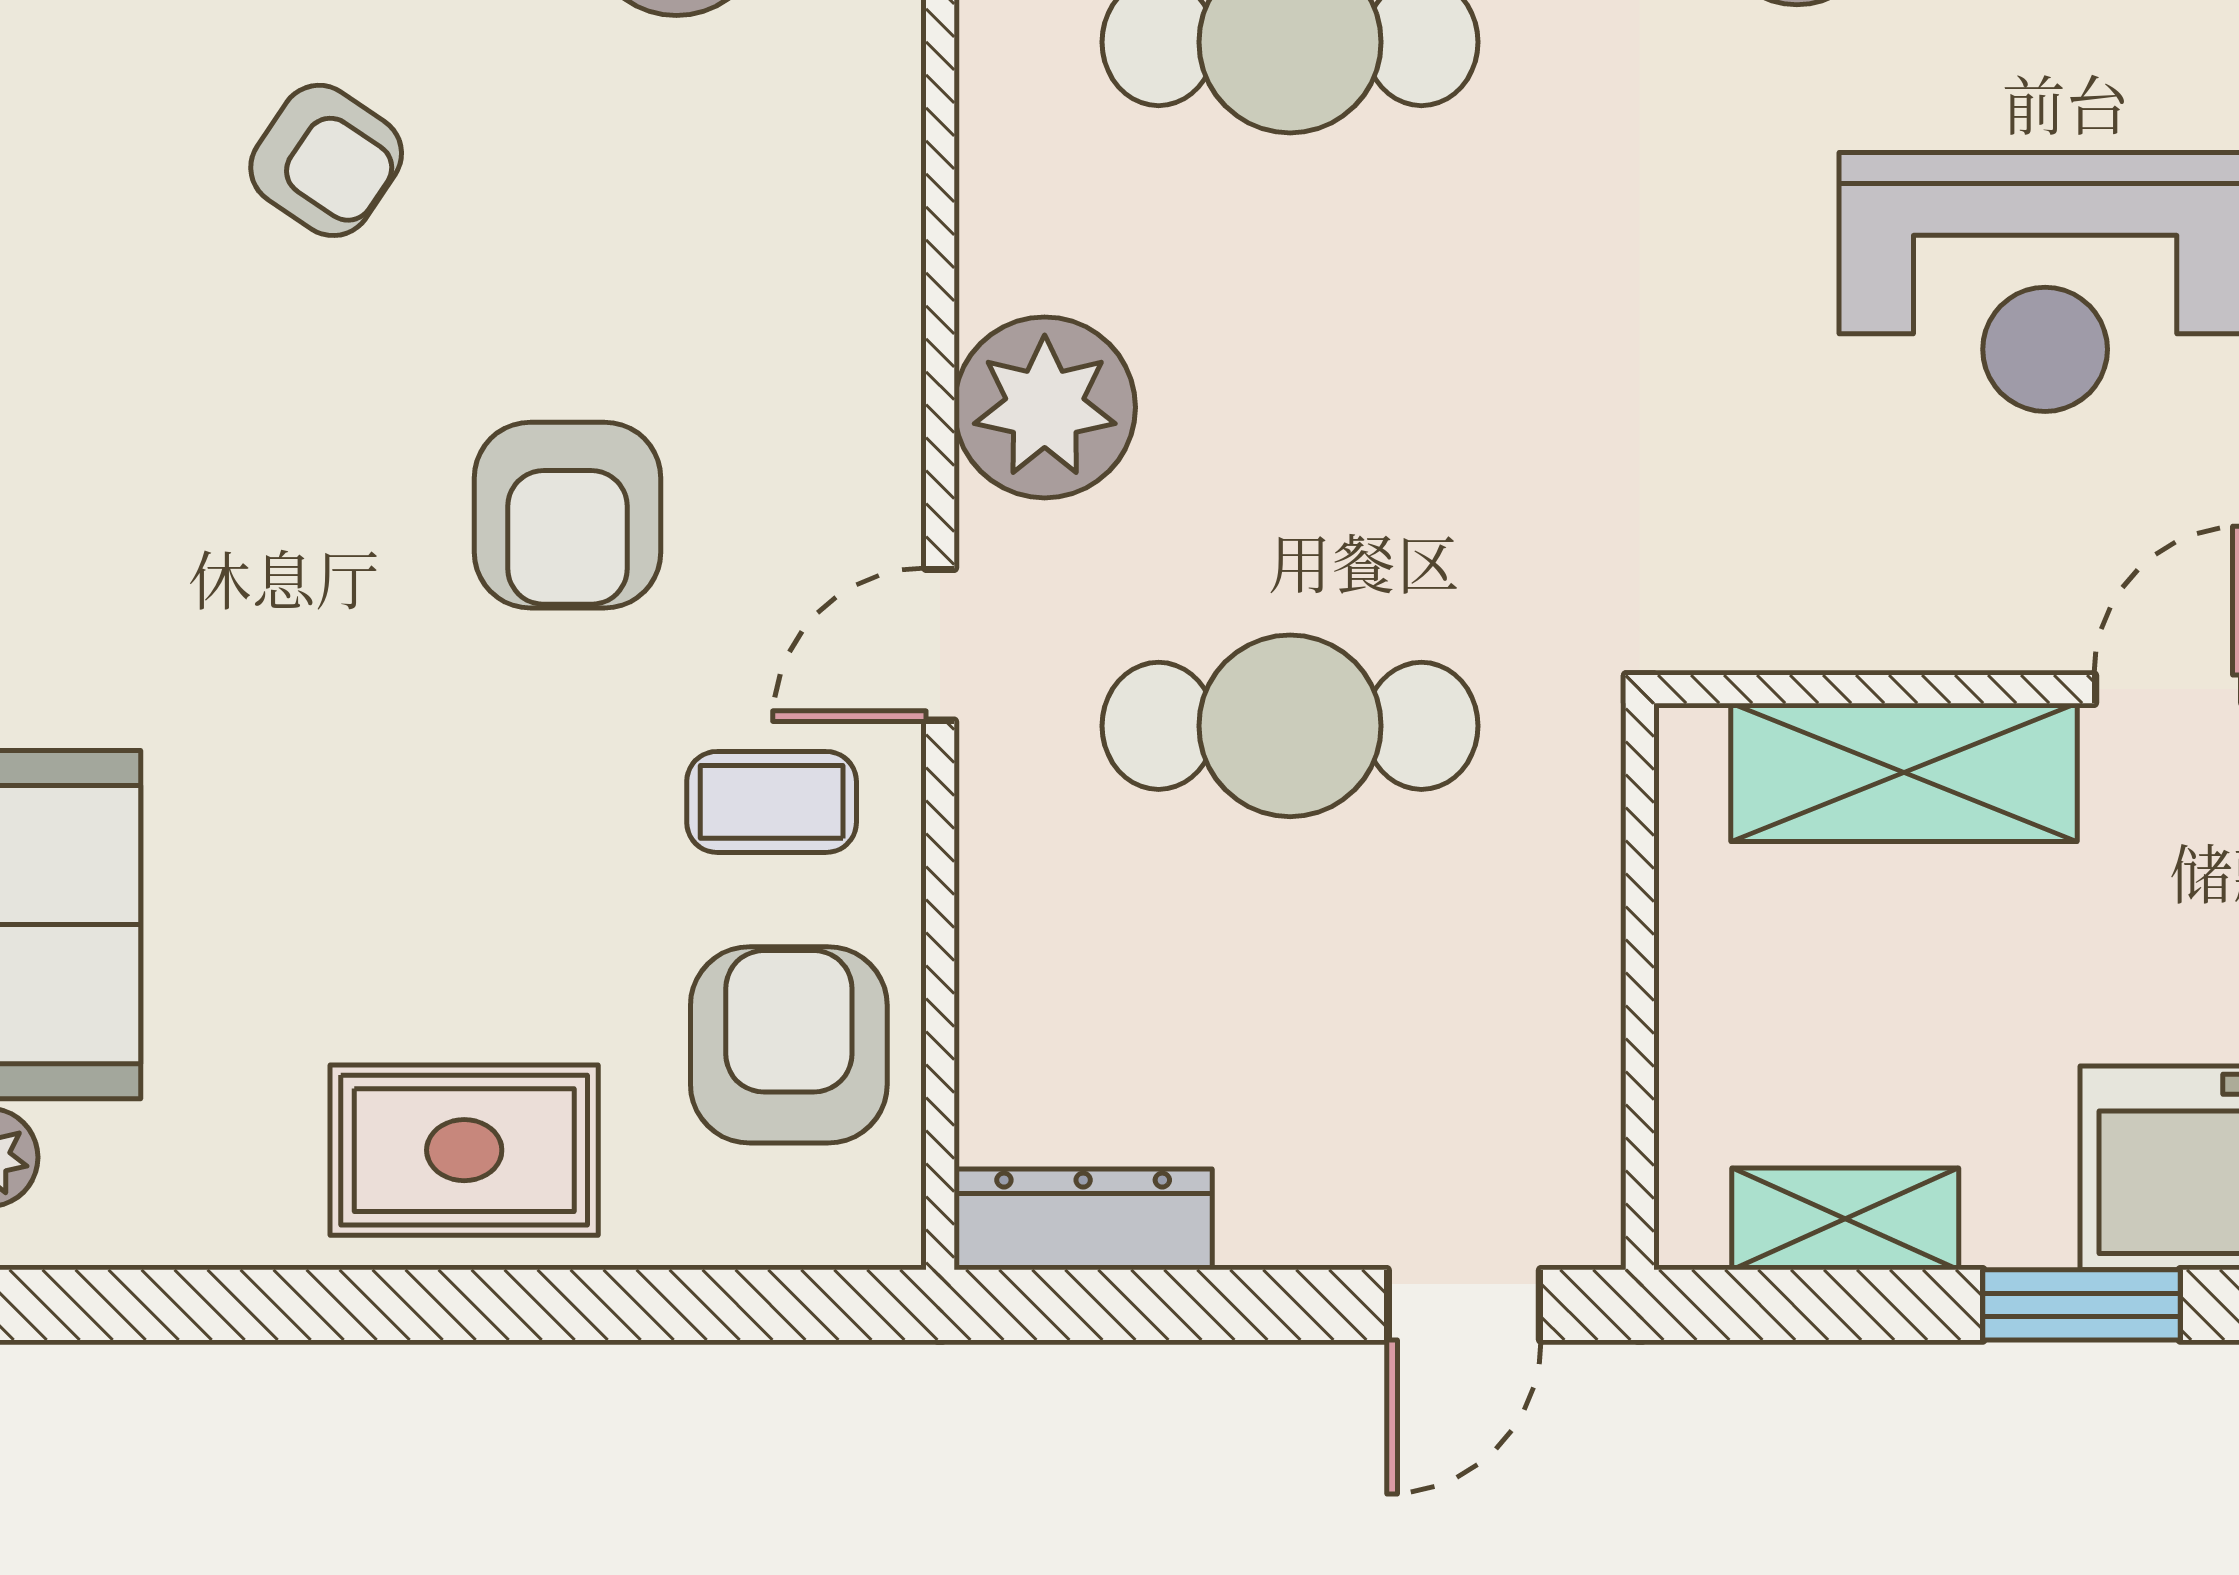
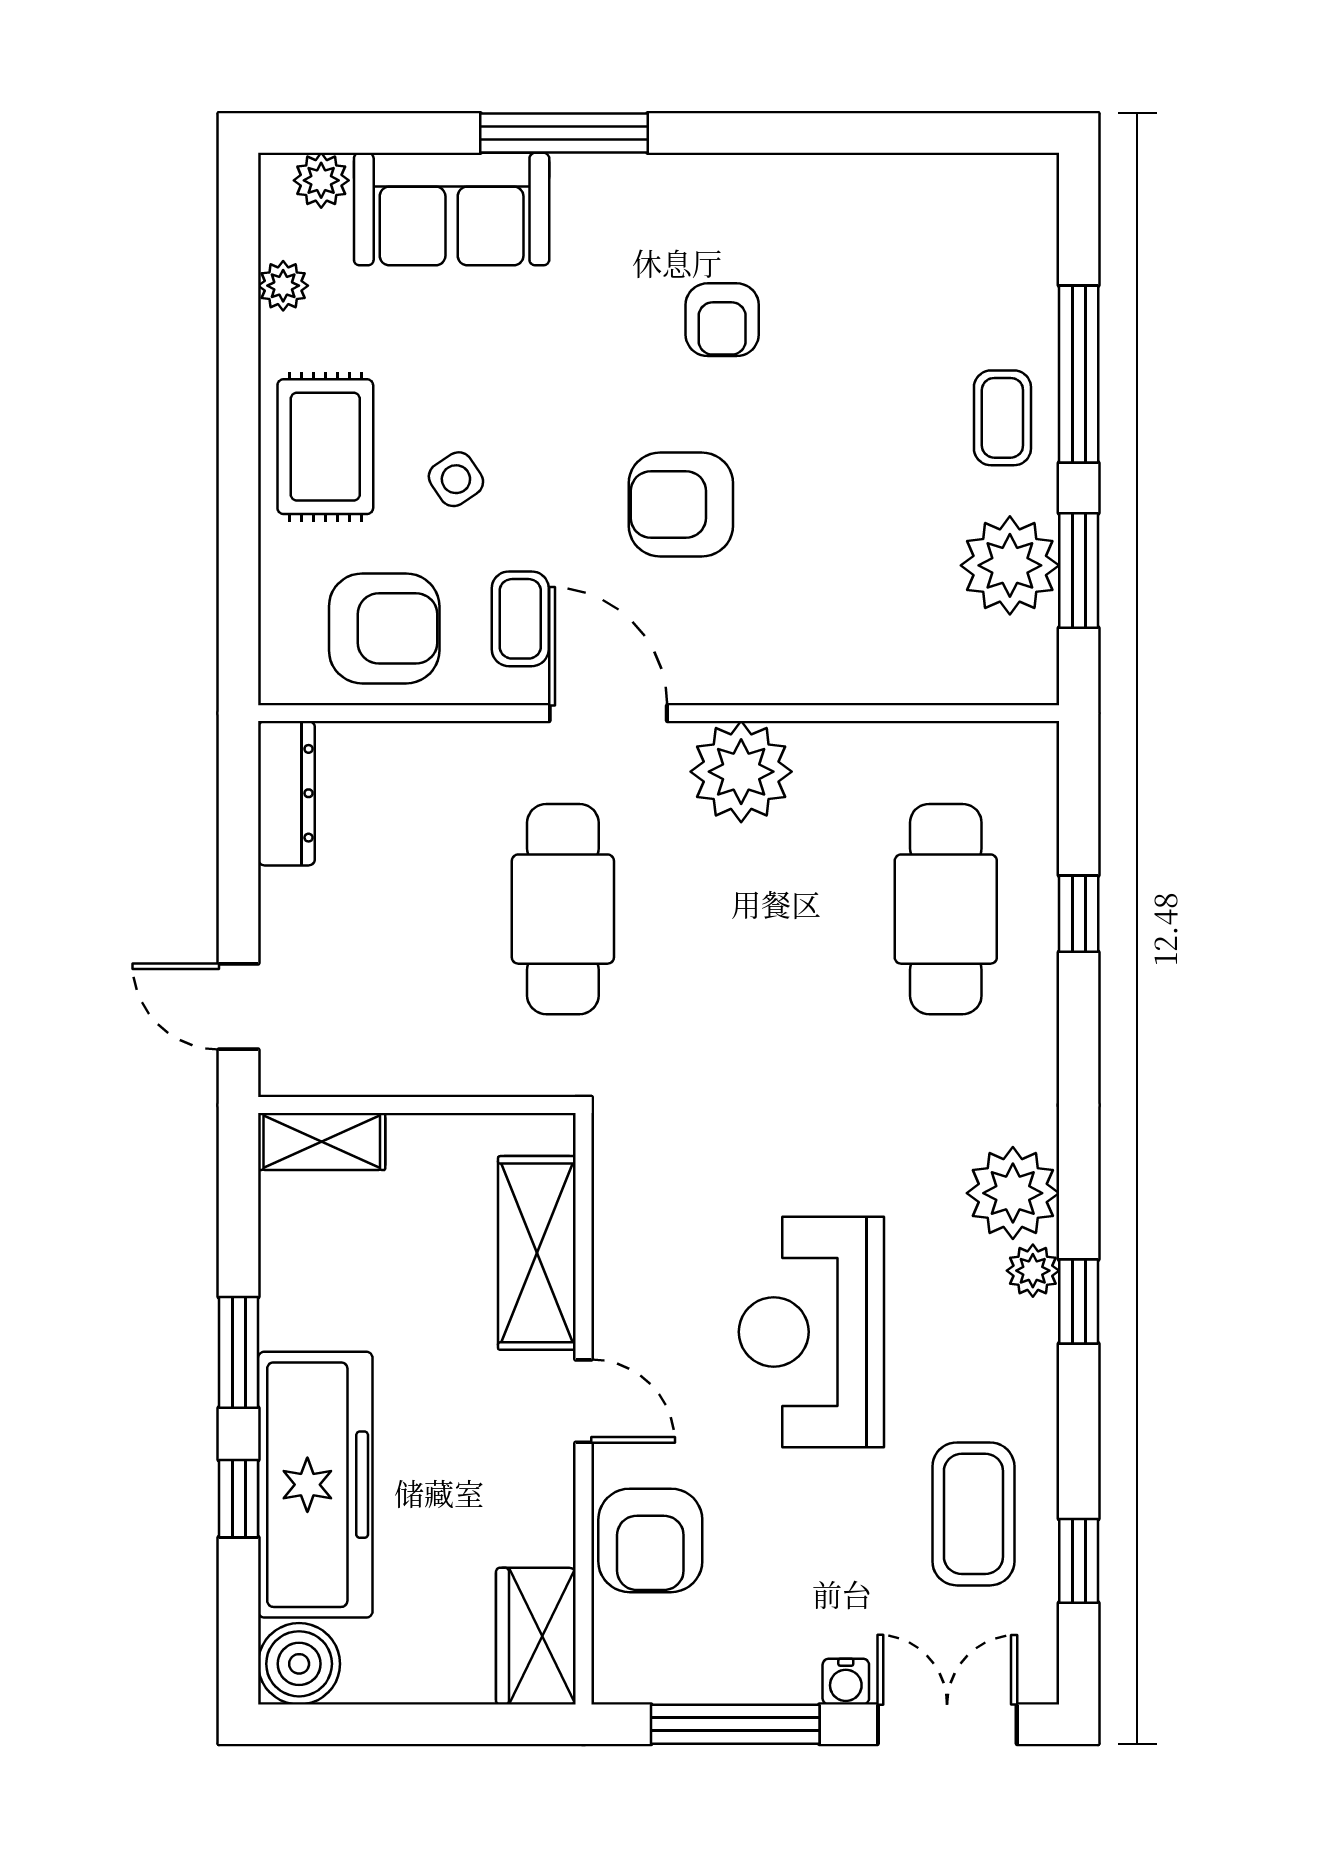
armchair: (326, 160) -> (722, 320), moved, turned -34
door: (940, 645) -> (608, 713), width x1.38
side table: (522, 917) -> (456, 479), added
shelving: (1845, 1219) -> (322, 1141), moved, turned 90
plant: (177, 1225) -> (283, 286), added

